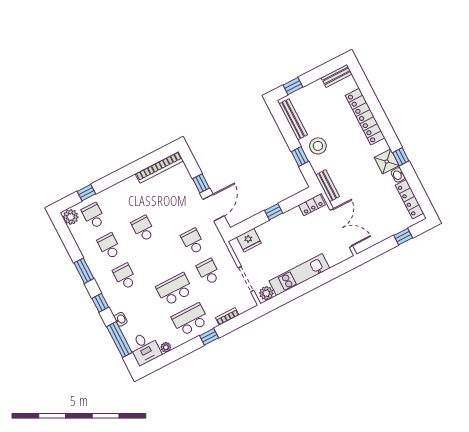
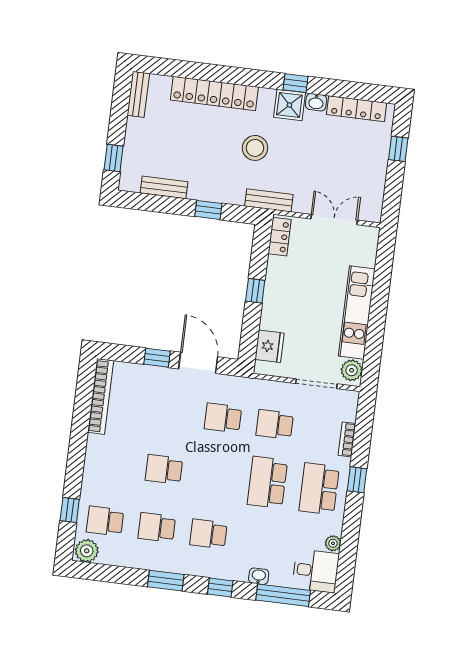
bench: (293, 119) -> (164, 187), width x0.73
stool: (318, 146) -> (255, 148), moved
double door: (341, 228) -> (334, 219), width x0.73

